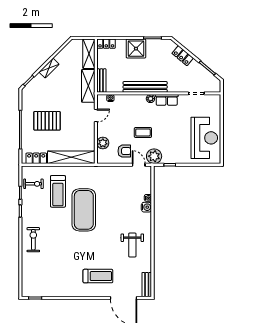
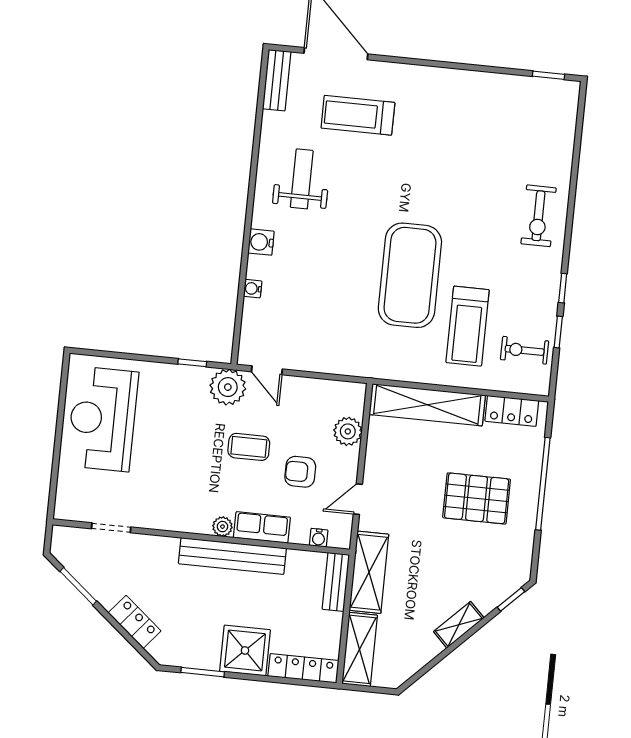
locker: (106, 44) -> (303, 668), width x1.53
row of seats: (167, 100) -> (262, 527), moved
armchair: (124, 151) -> (300, 472), moved
treadmill: (58, 191) -> (468, 326), turned 180
water cooler: (146, 207) -> (261, 242), moved
treadmill: (98, 276) -> (358, 115), moved

